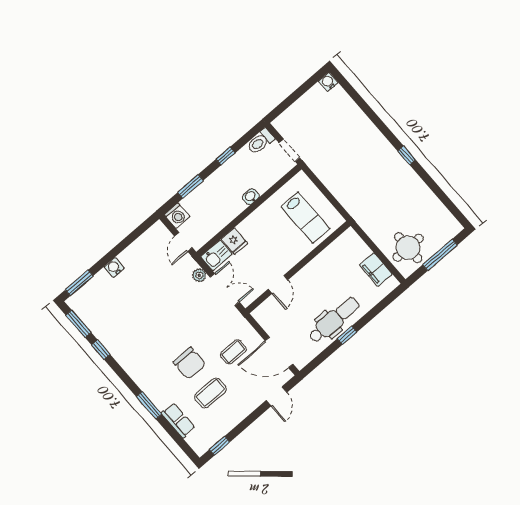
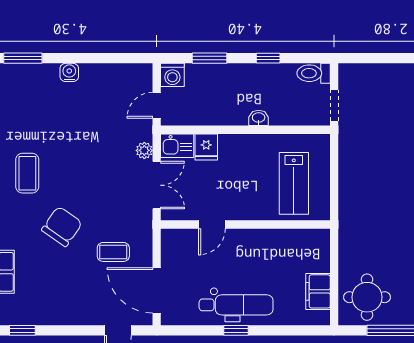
chair: (189, 363) -> (62, 226), turned -145
coffee table: (210, 393) -> (27, 173), moved, turned 90

